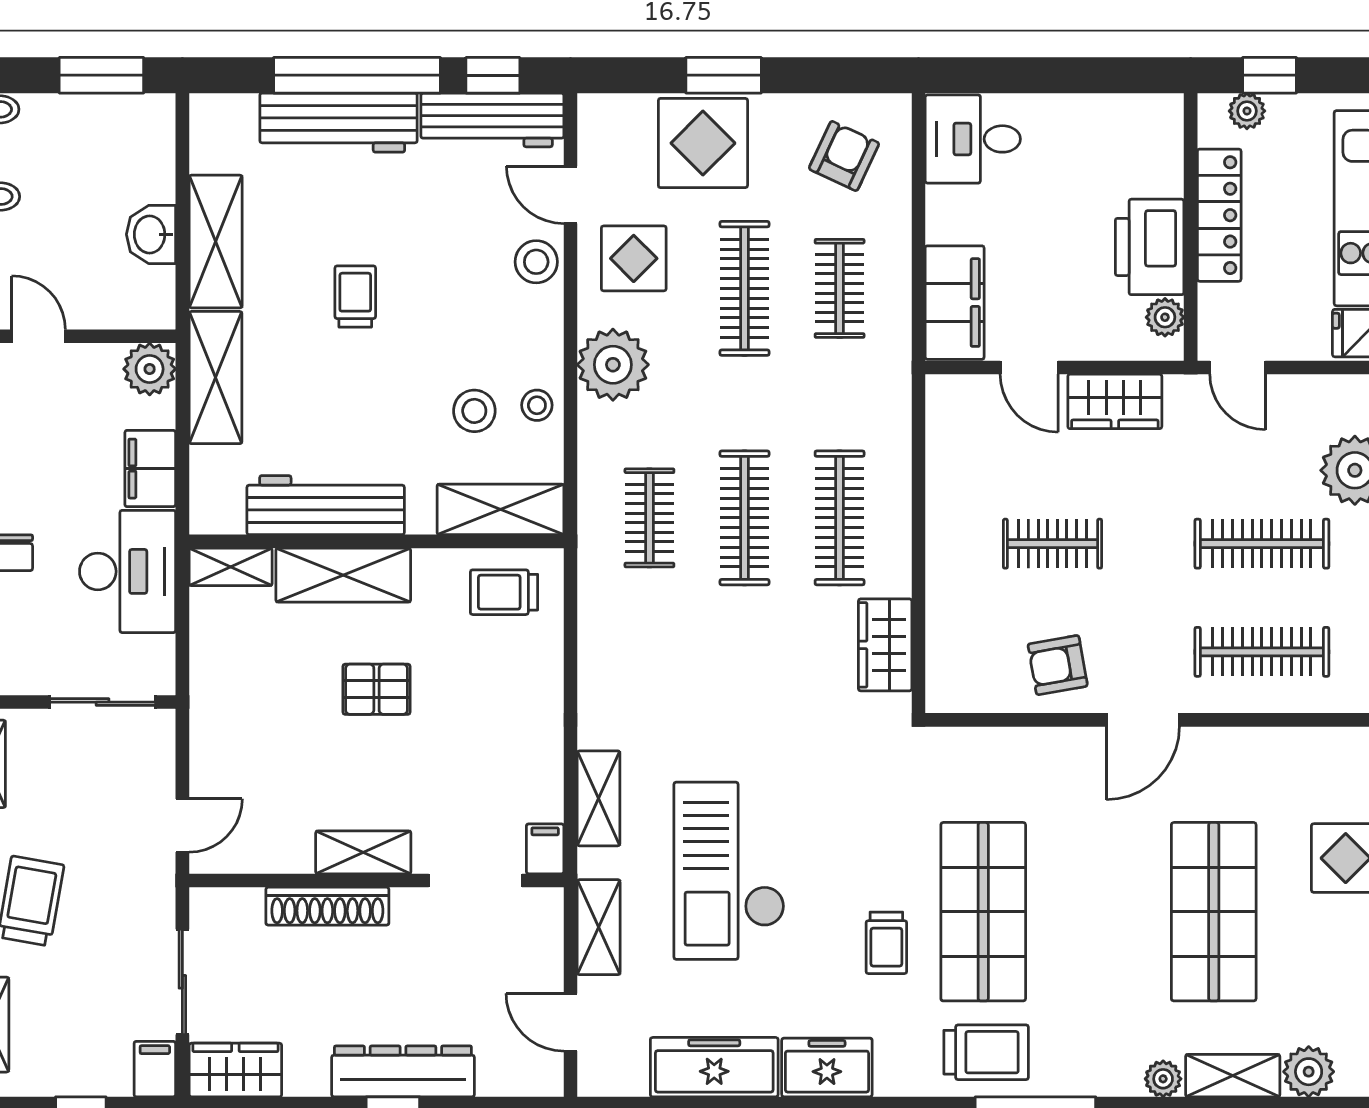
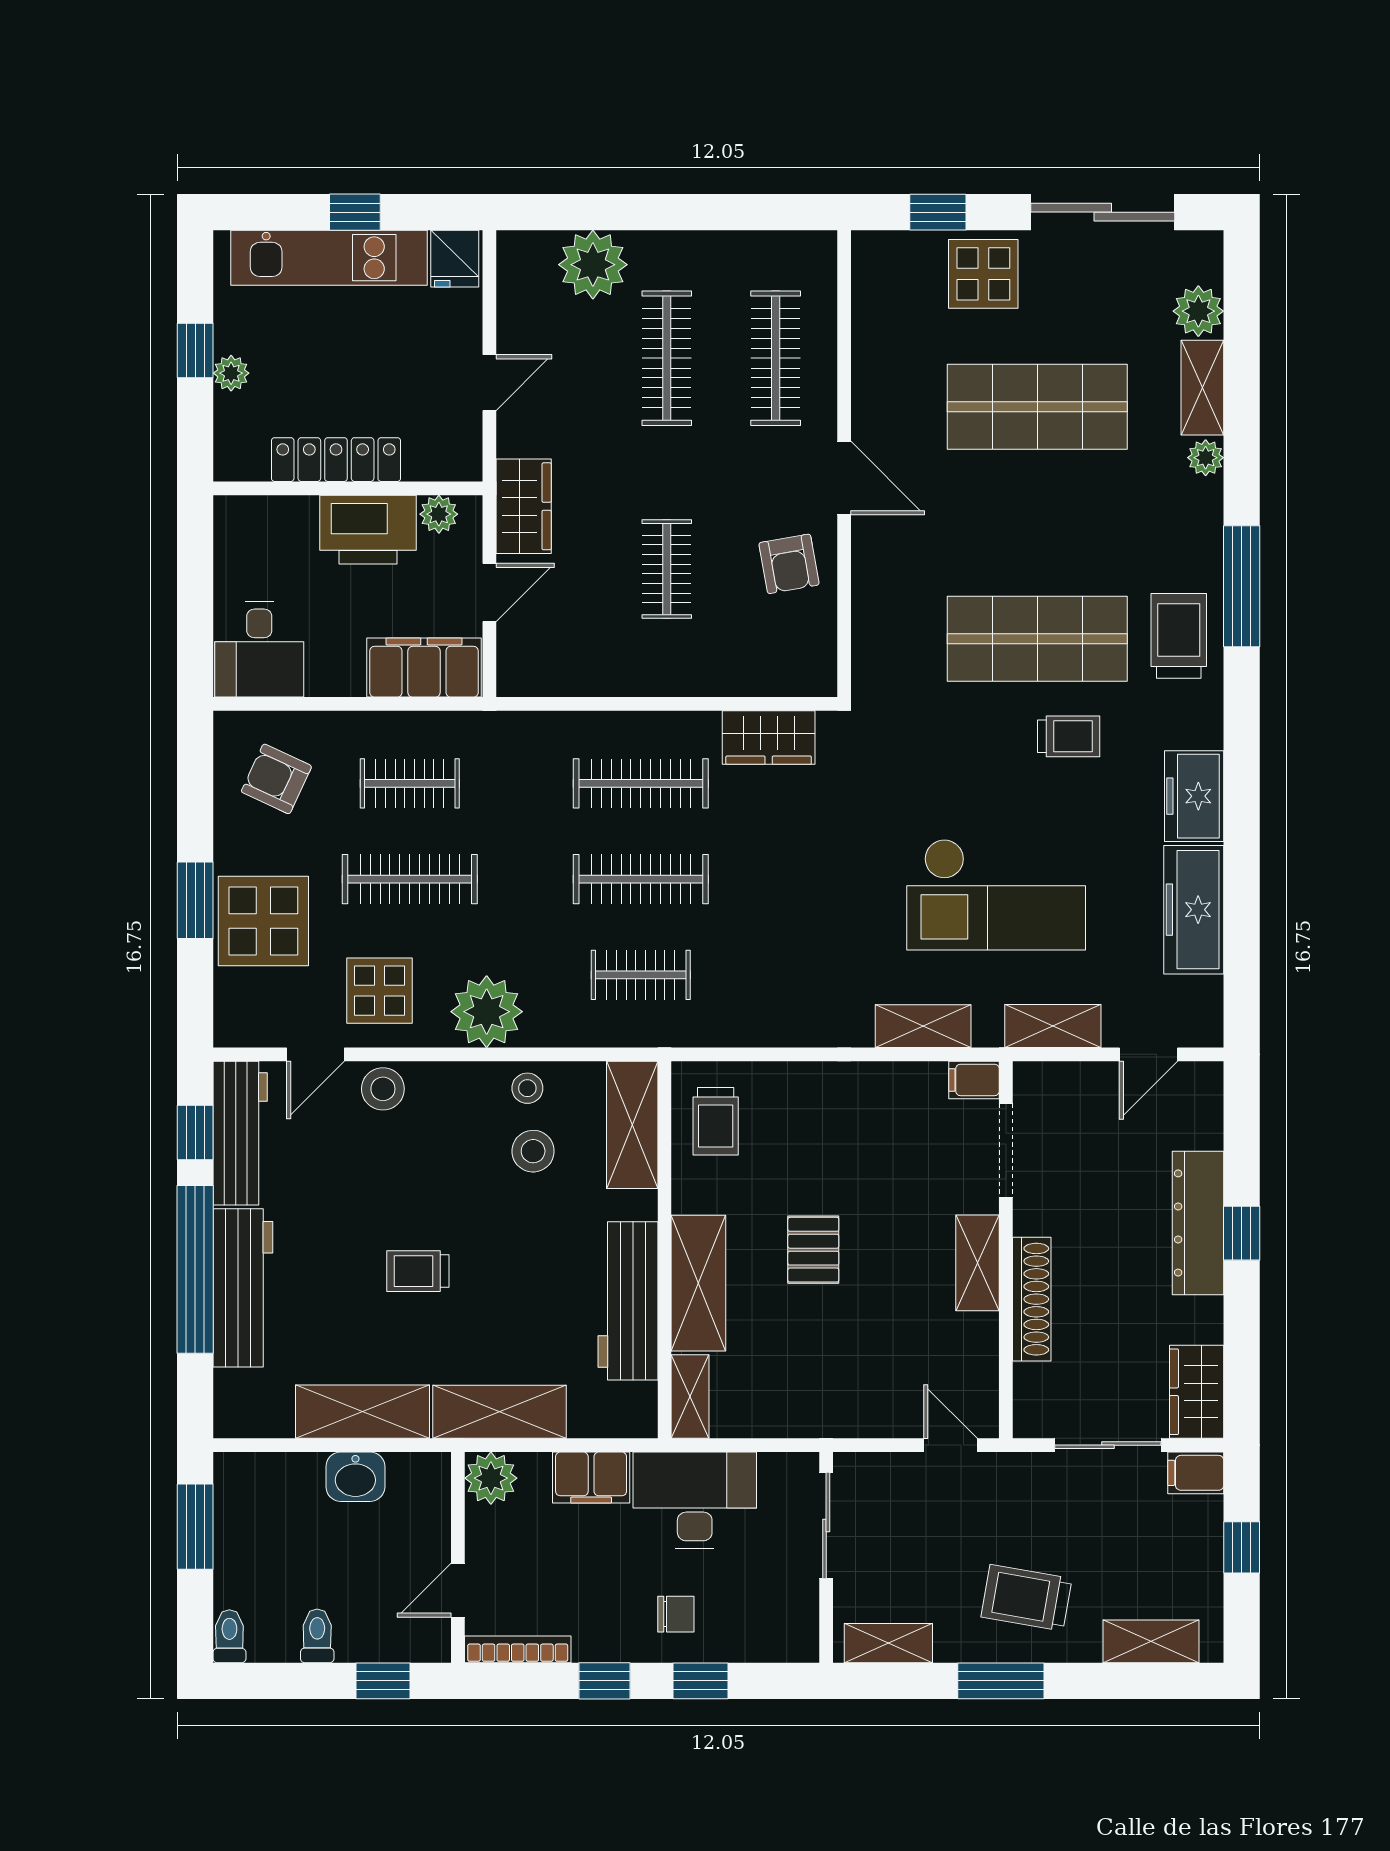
locker: (1219, 215) -> (336, 460), moved
wall: (1191, 227) -> (348, 488), moved
printer: (1150, 247) -> (368, 530), moved
plant: (1165, 317) -> (439, 514), moved

